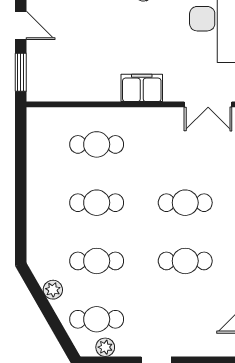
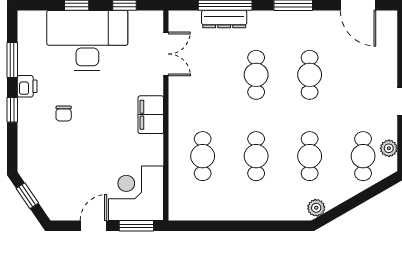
corner desk: (56, 72) -> (136, 193), added
plant: (53, 290) -> (316, 208), moved

